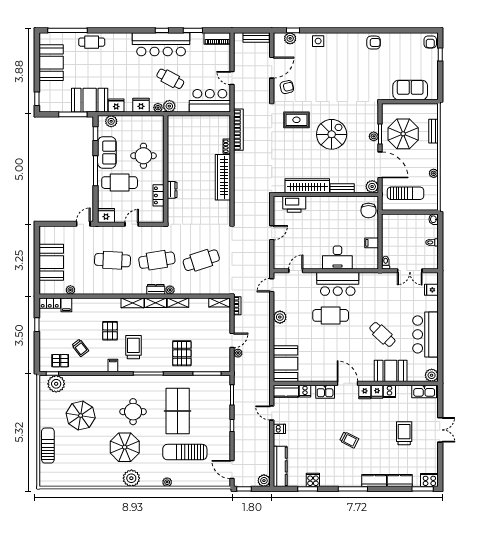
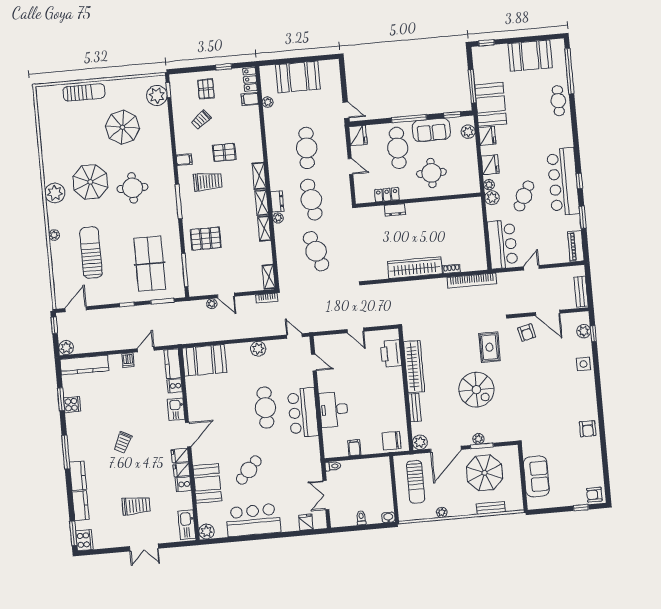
pallet: (60, 361) -> (206, 89), moved
table tennis table: (178, 411) -> (150, 264), moved, turned 90

